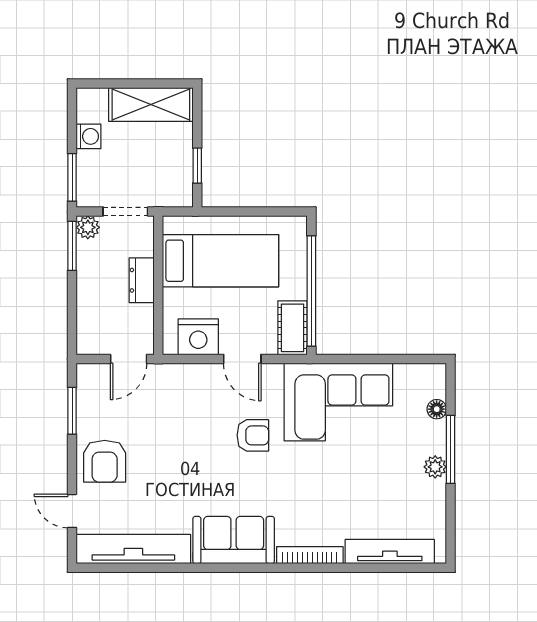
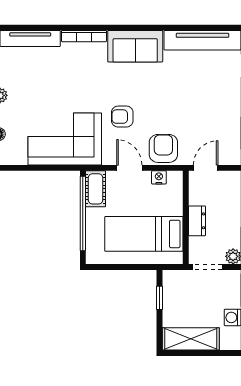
nightstand: (198, 337) -> (159, 177), width x0.53, depth x0.56
armchair: (105, 461) -> (163, 148), moved

